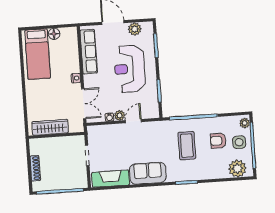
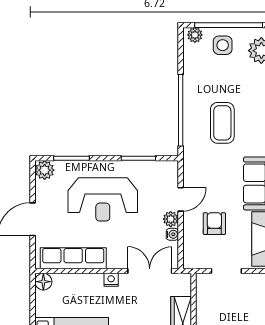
plant: (135, 29) -> (45, 170), moved
floor lamp: (54, 34) -> (43, 282), moved
door: (133, 121) -> (181, 199), swing flipped
armchair: (218, 141) -> (214, 224), moved, turned 180
coffee table: (187, 146) -> (222, 123), turned 90

